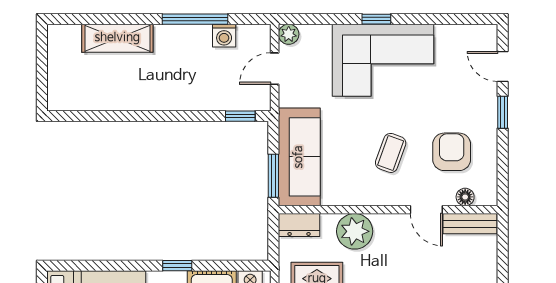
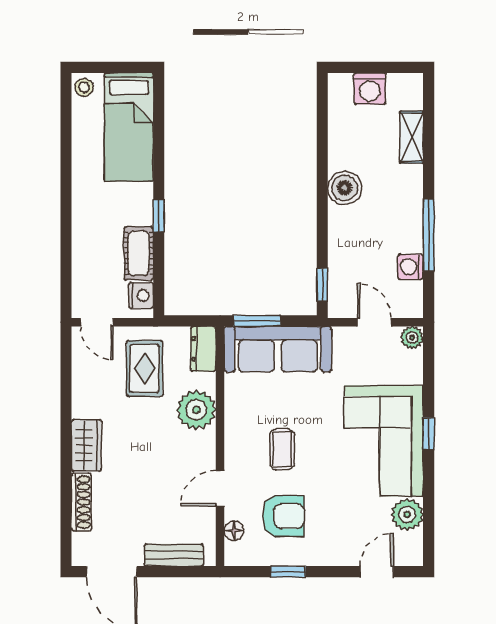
shelving: (117, 38) -> (411, 137), width x0.67, depth x0.75
plant: (450, 39) -> (407, 514), added
washing machine: (61, 73) -> (370, 89), added
boiler: (152, 96) -> (345, 188), added
window: (503, 112) -> (288, 572), moved
coffee table: (391, 153) -> (282, 449), turned 70
bench: (470, 224) -> (174, 555), moved, turned 90

